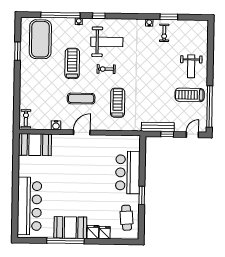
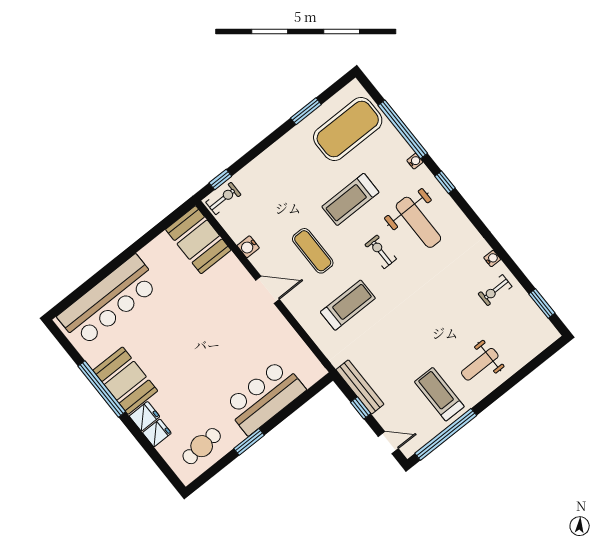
window: (169, 17) -> (542, 304), moved
treadmill: (72, 63) -> (350, 199), turned 180
window: (17, 113) -> (220, 179), added

